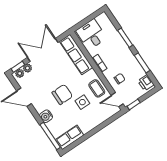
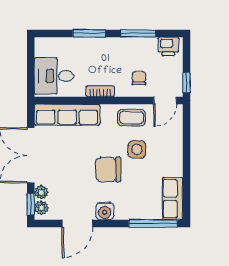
chair: (62, 94) -> (108, 169), turned -90
water cooler: (46, 116) -> (105, 211), moved

